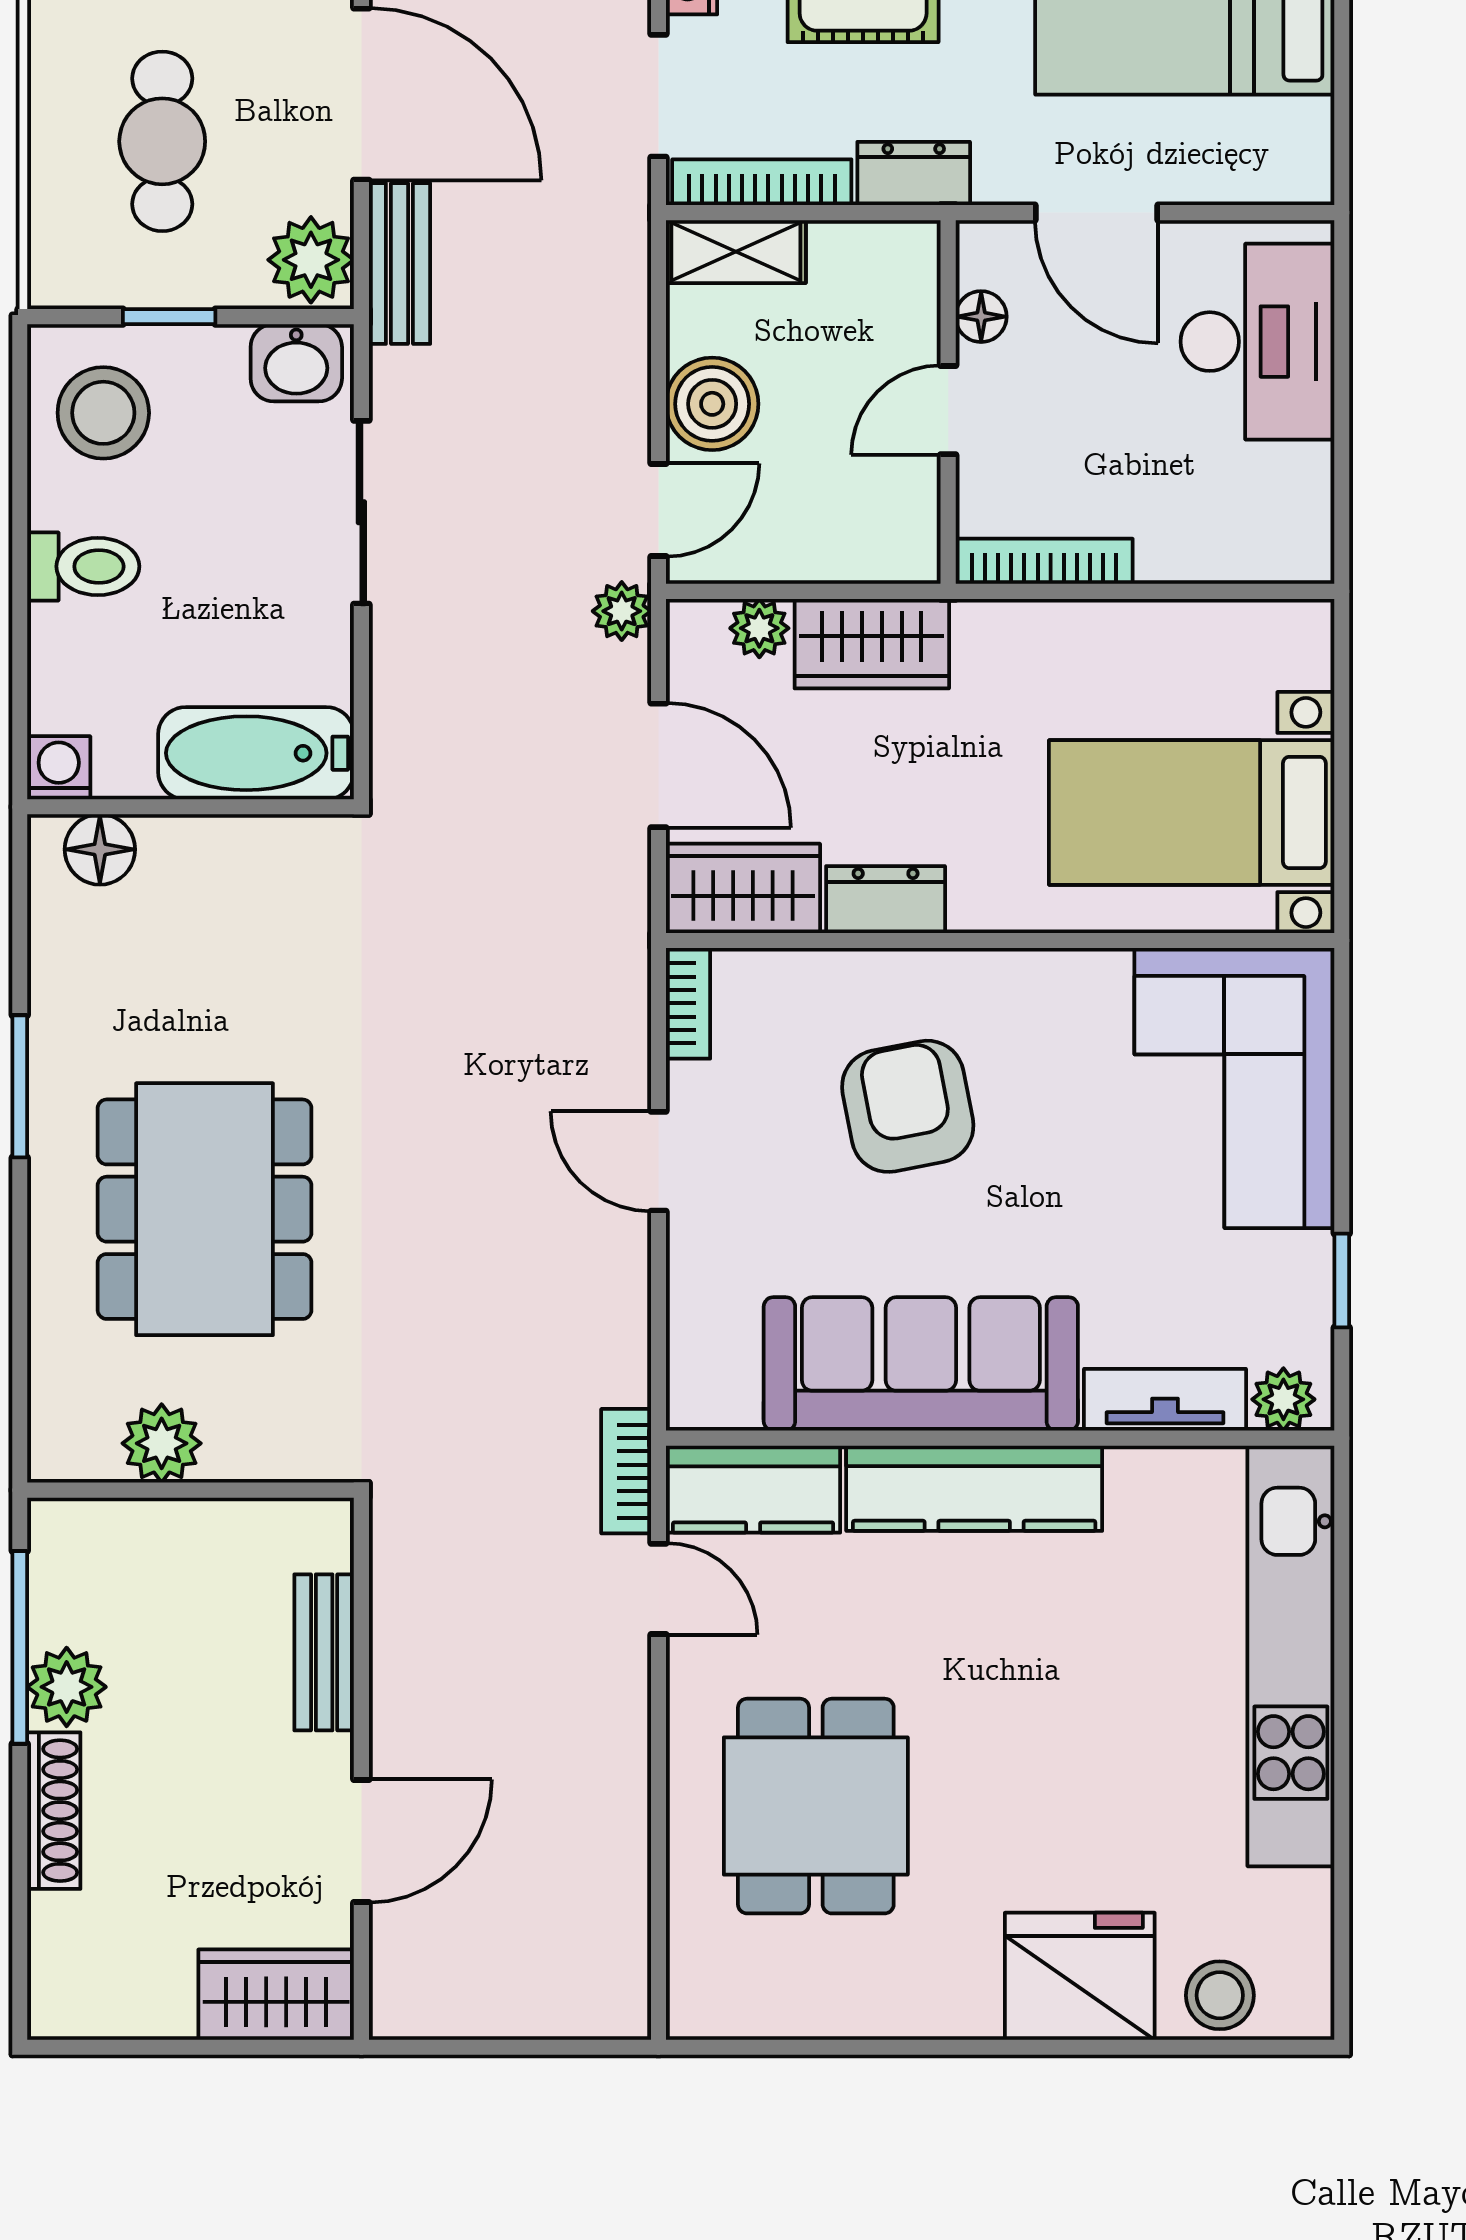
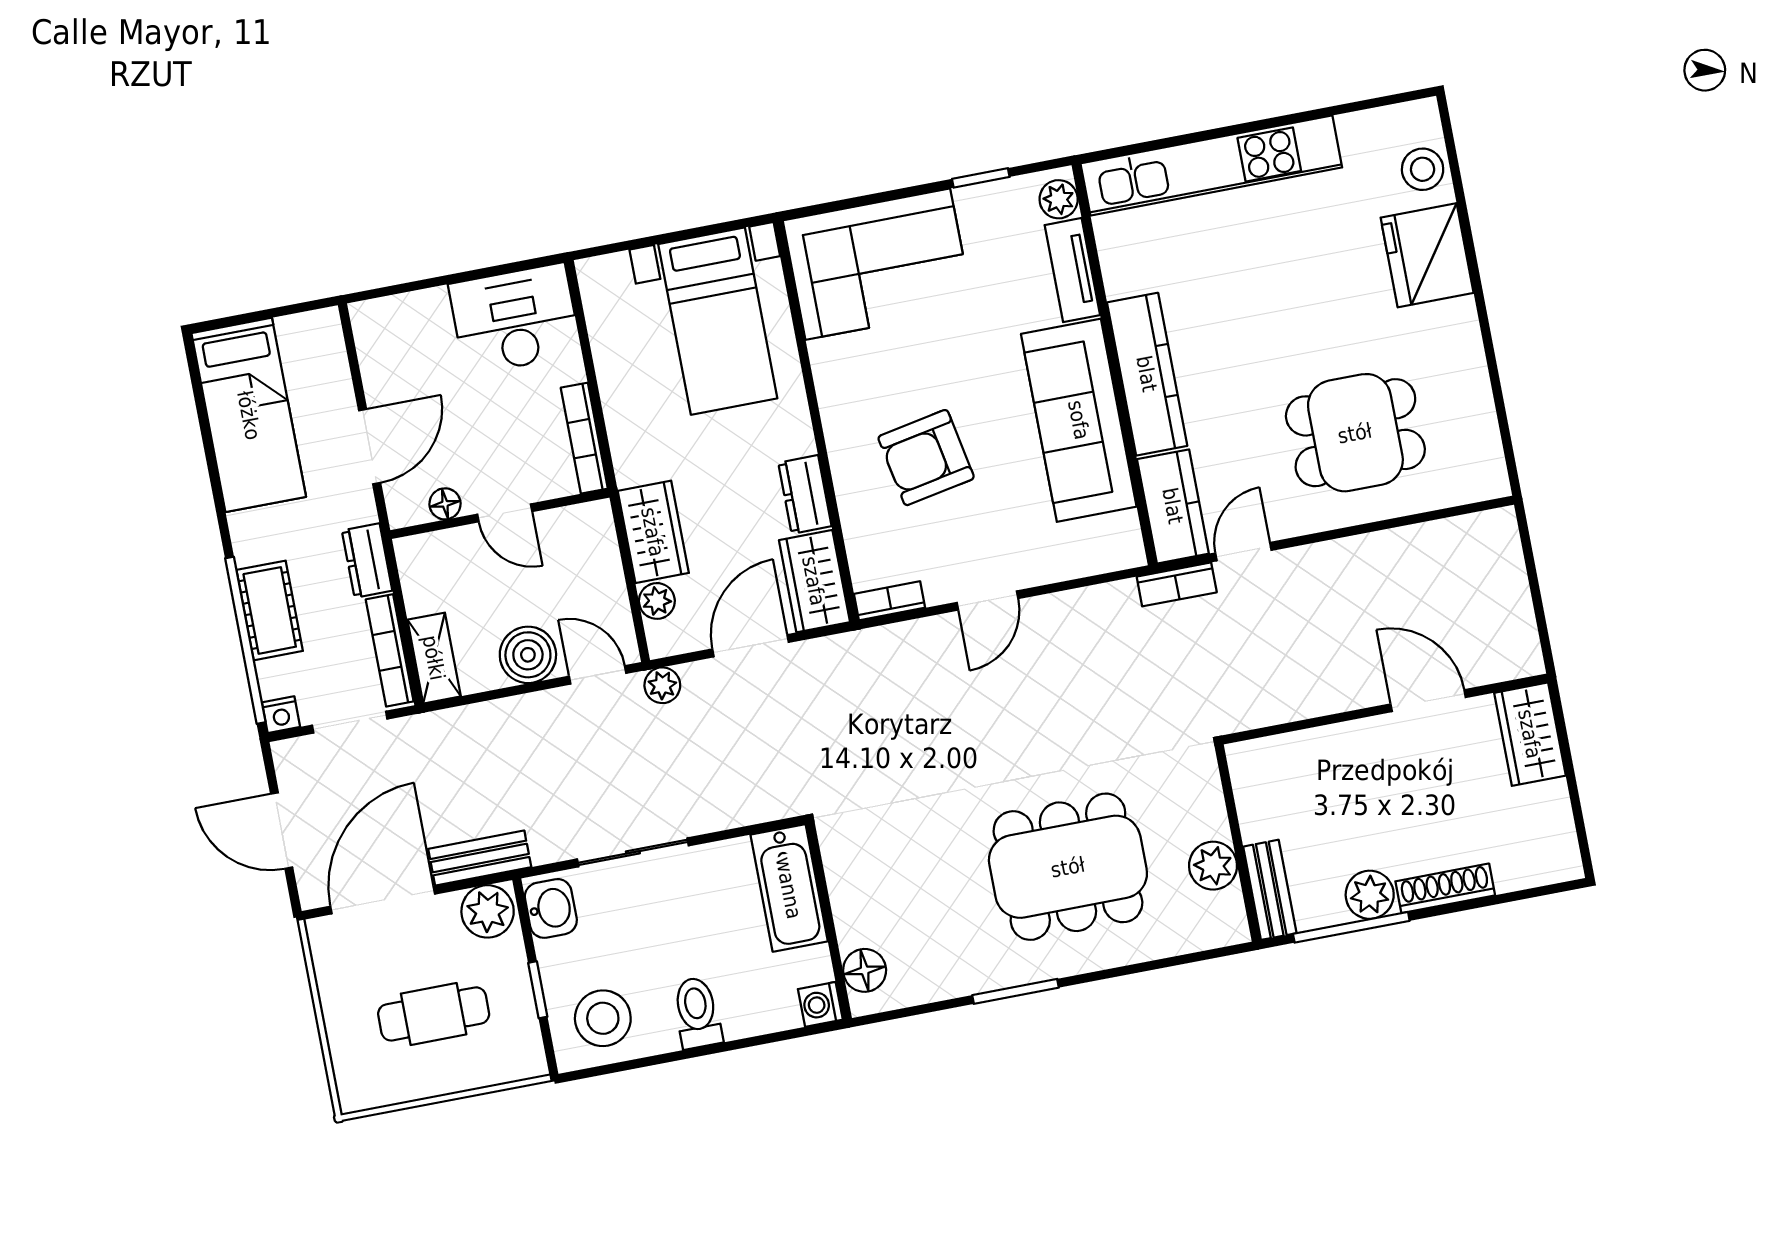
desk: (1257, 342) -> (515, 319), moved
bench: (324, 1652) -> (1270, 890), moved, turned 90

